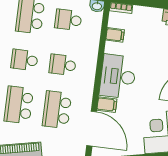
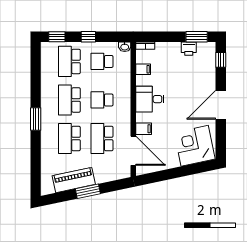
school desk: (24, 60) -> (69, 100), width x1.85
desk: (118, 76) -> (150, 99), width x0.73

